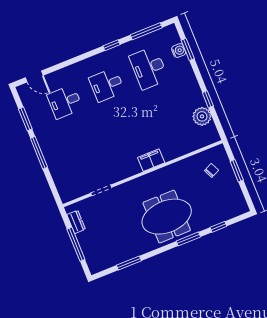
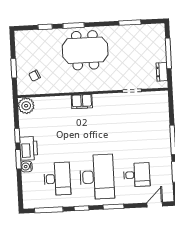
window: (188, 49) -> (18, 159), moved
water cooler: (179, 51) -> (27, 167), moved
window: (78, 59) -> (113, 207), added
door: (34, 76) -> (155, 205), hinge flipped
desk: (107, 85) -> (97, 177), width x1.87, depth x1.30
printer: (191, 90) -> (29, 148), added
plant: (202, 116) -> (26, 106), moved

